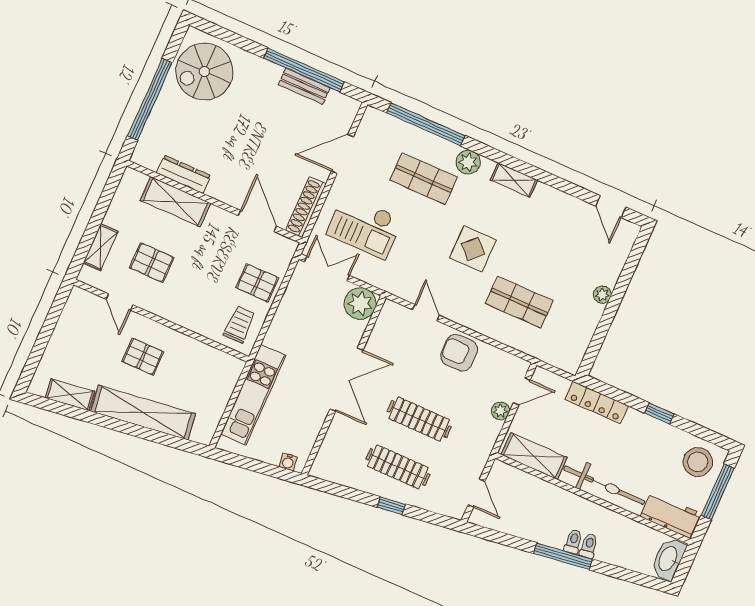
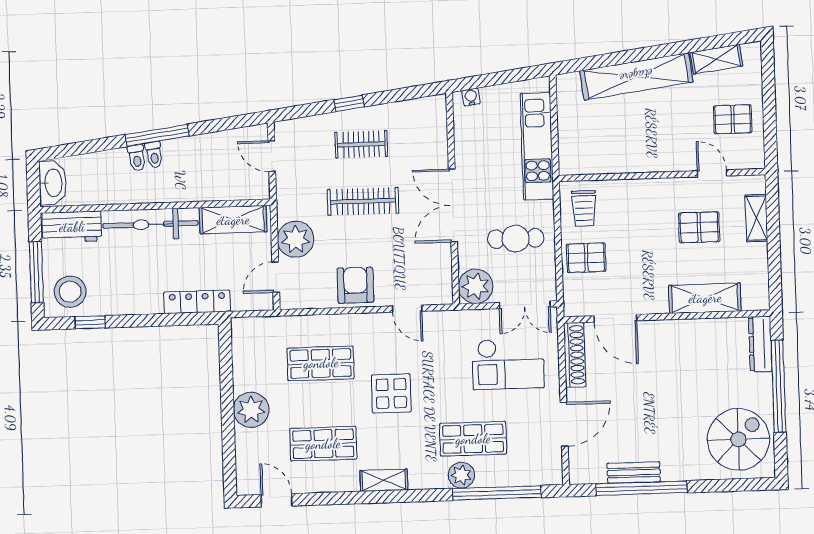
plant: (468, 162) -> (461, 475), moved
dresser: (183, 174) -> (760, 344), moved, turned 90
checkout: (365, 226) -> (508, 364), turned 180
shop shelf: (549, 235) -> (323, 444), added
plant: (602, 295) -> (251, 410), width x1.88, depth x1.88
cafe table: (308, 327) -> (516, 238), added
armchair: (459, 353) -> (355, 285), turned -90
pallet: (143, 356) -> (733, 119), moved
plant: (500, 411) -> (296, 239), width x1.88, depth x1.88
window: (659, 413) -> (90, 322), moved
clothes rail: (398, 467) -> (361, 144), width x0.73

